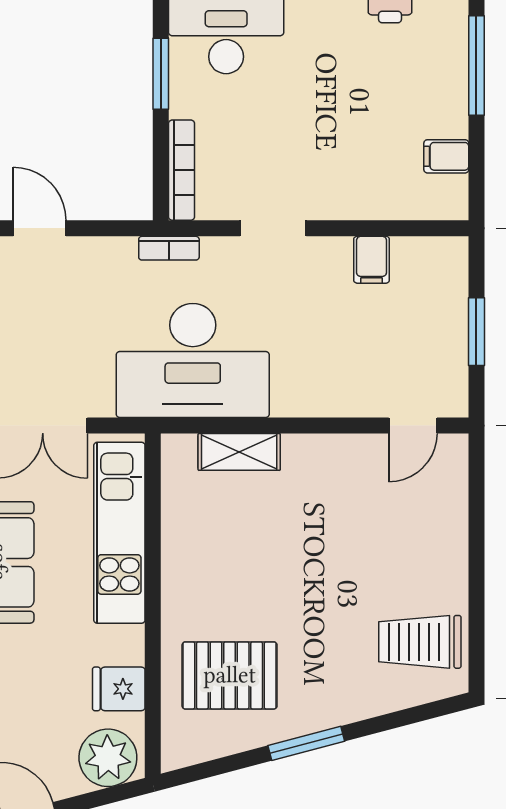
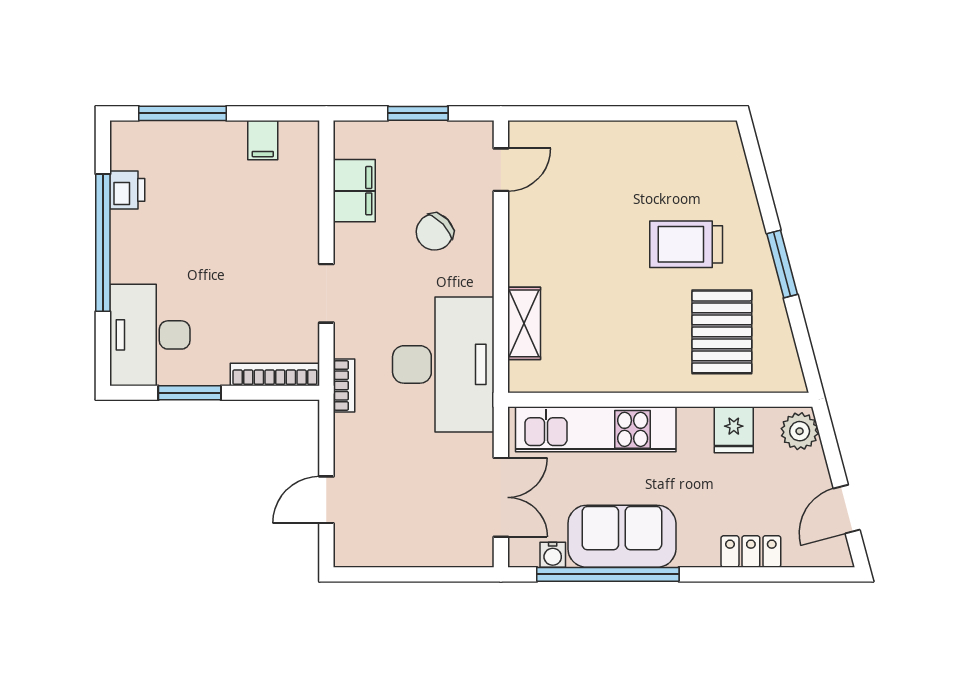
filing cabinet: (372, 260) -> (354, 191), width x2.00
chair: (343, 351) -> (435, 232), added
door: (413, 426) -> (501, 170), hinge flipped
trolley: (420, 642) -> (686, 244), moved, turned 90
plant: (108, 758) -> (800, 431), width x0.73, depth x0.73

